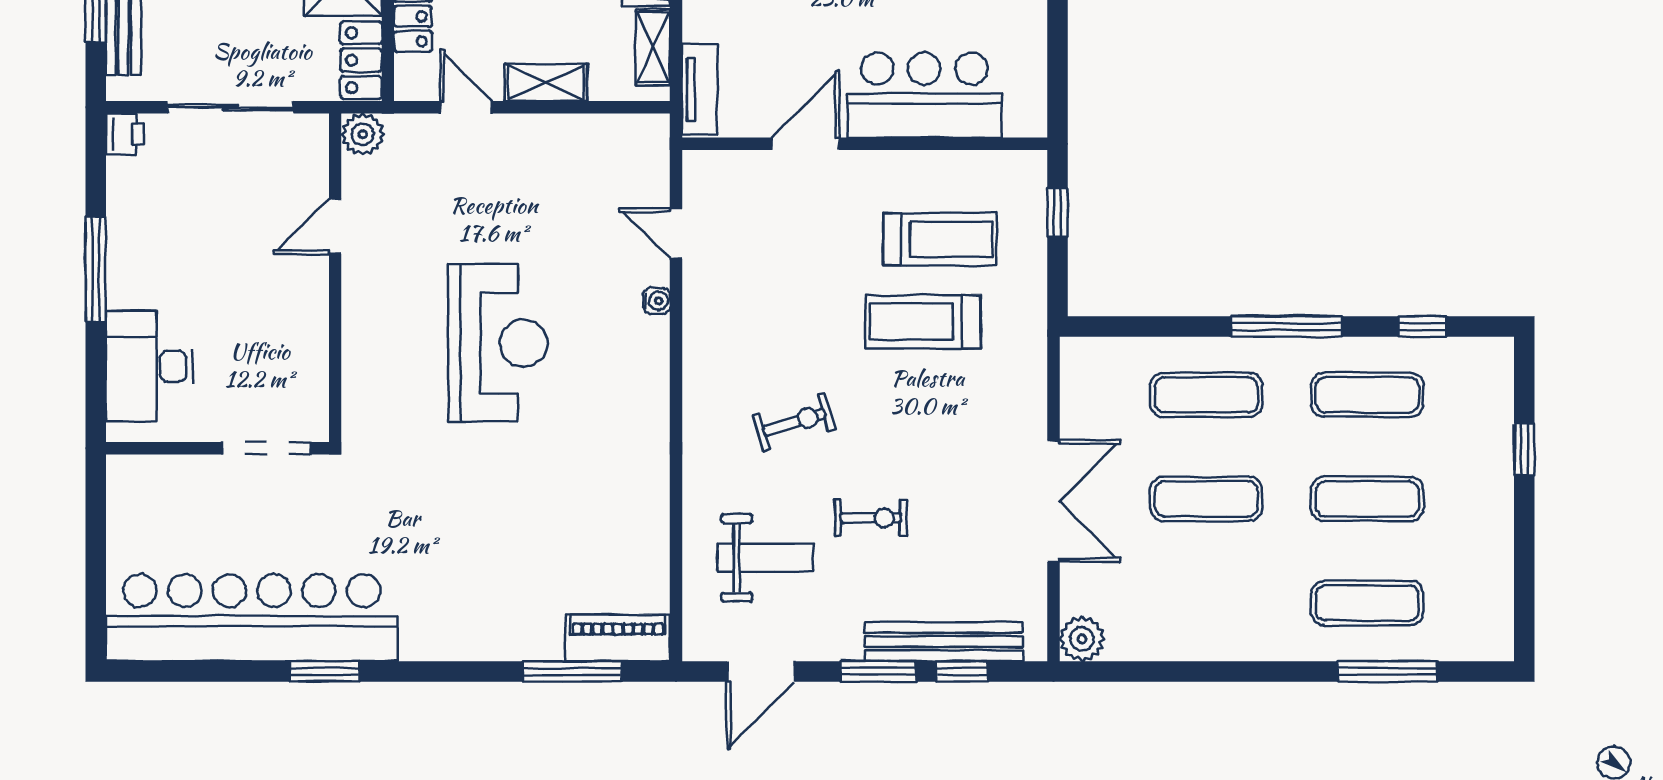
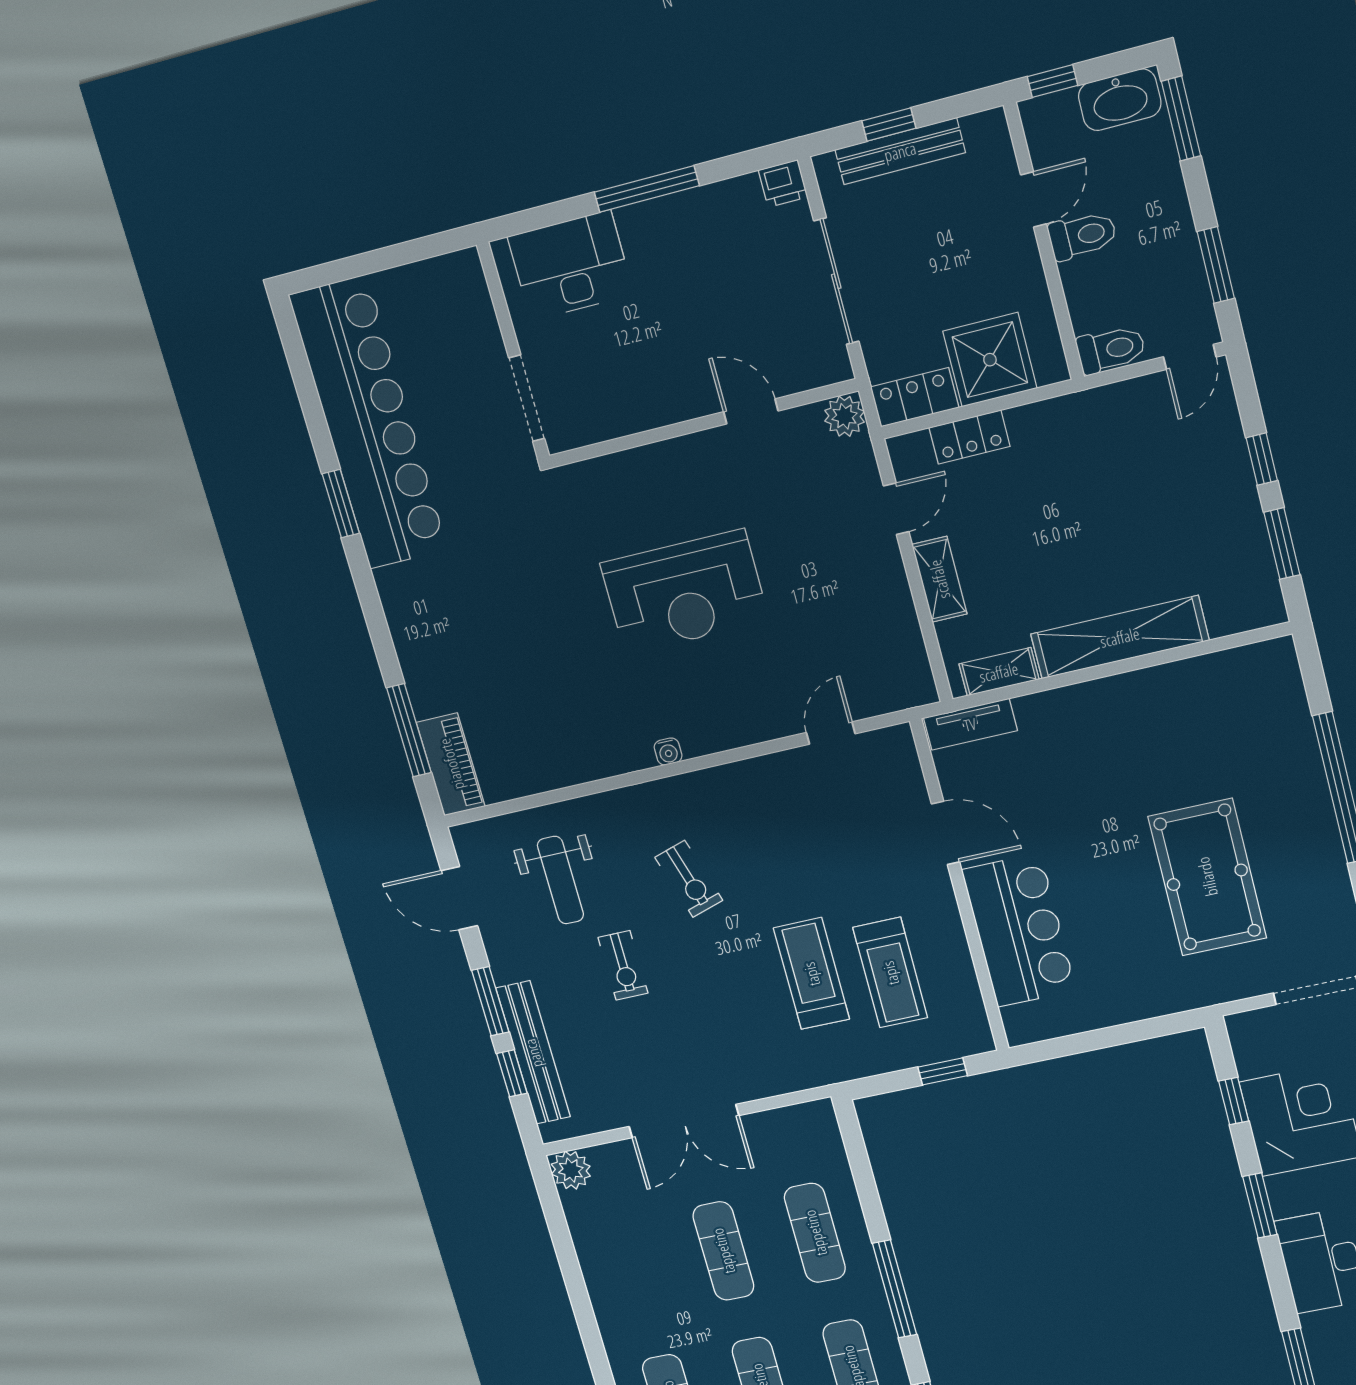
water cooler: (657, 301) -> (668, 752), moved

